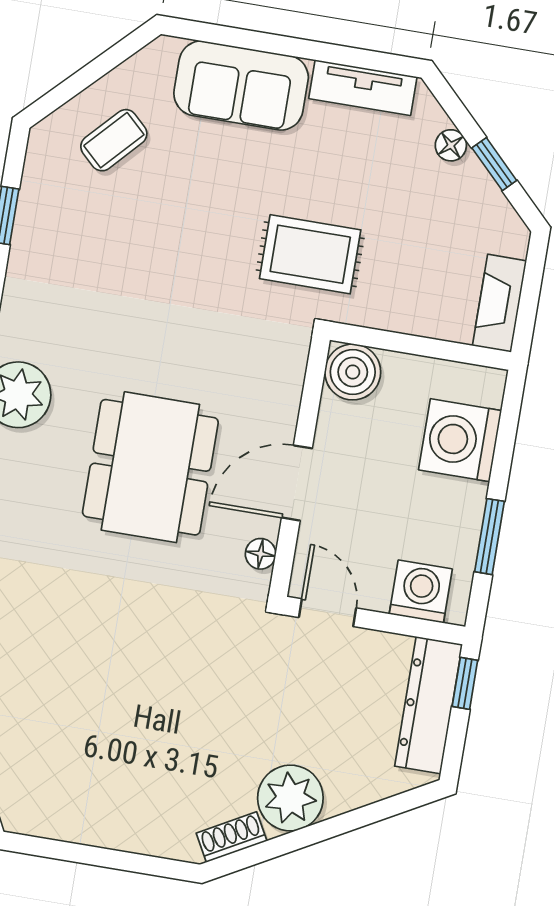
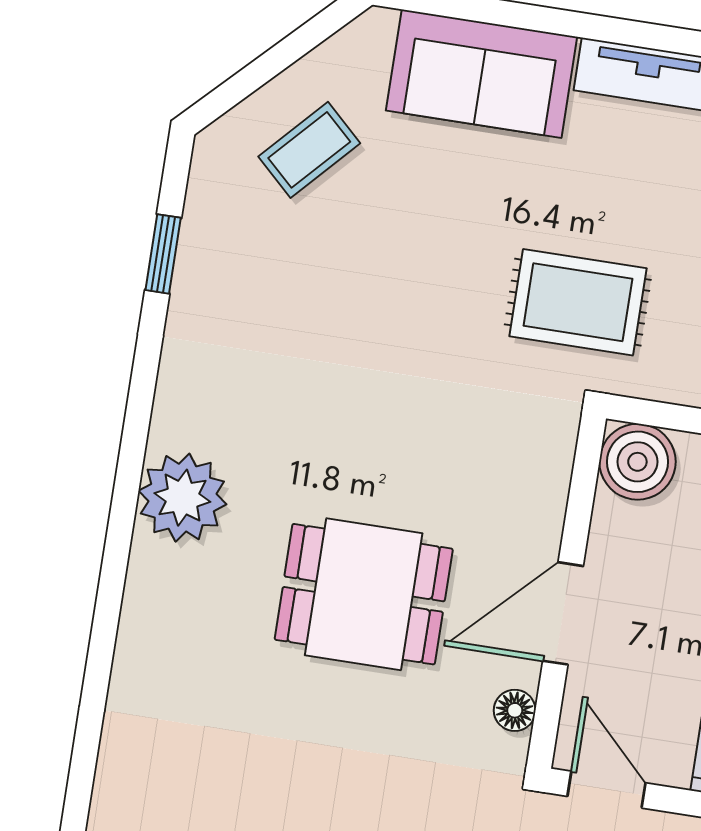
dining table: (150, 467) -> (364, 594), width x0.73

